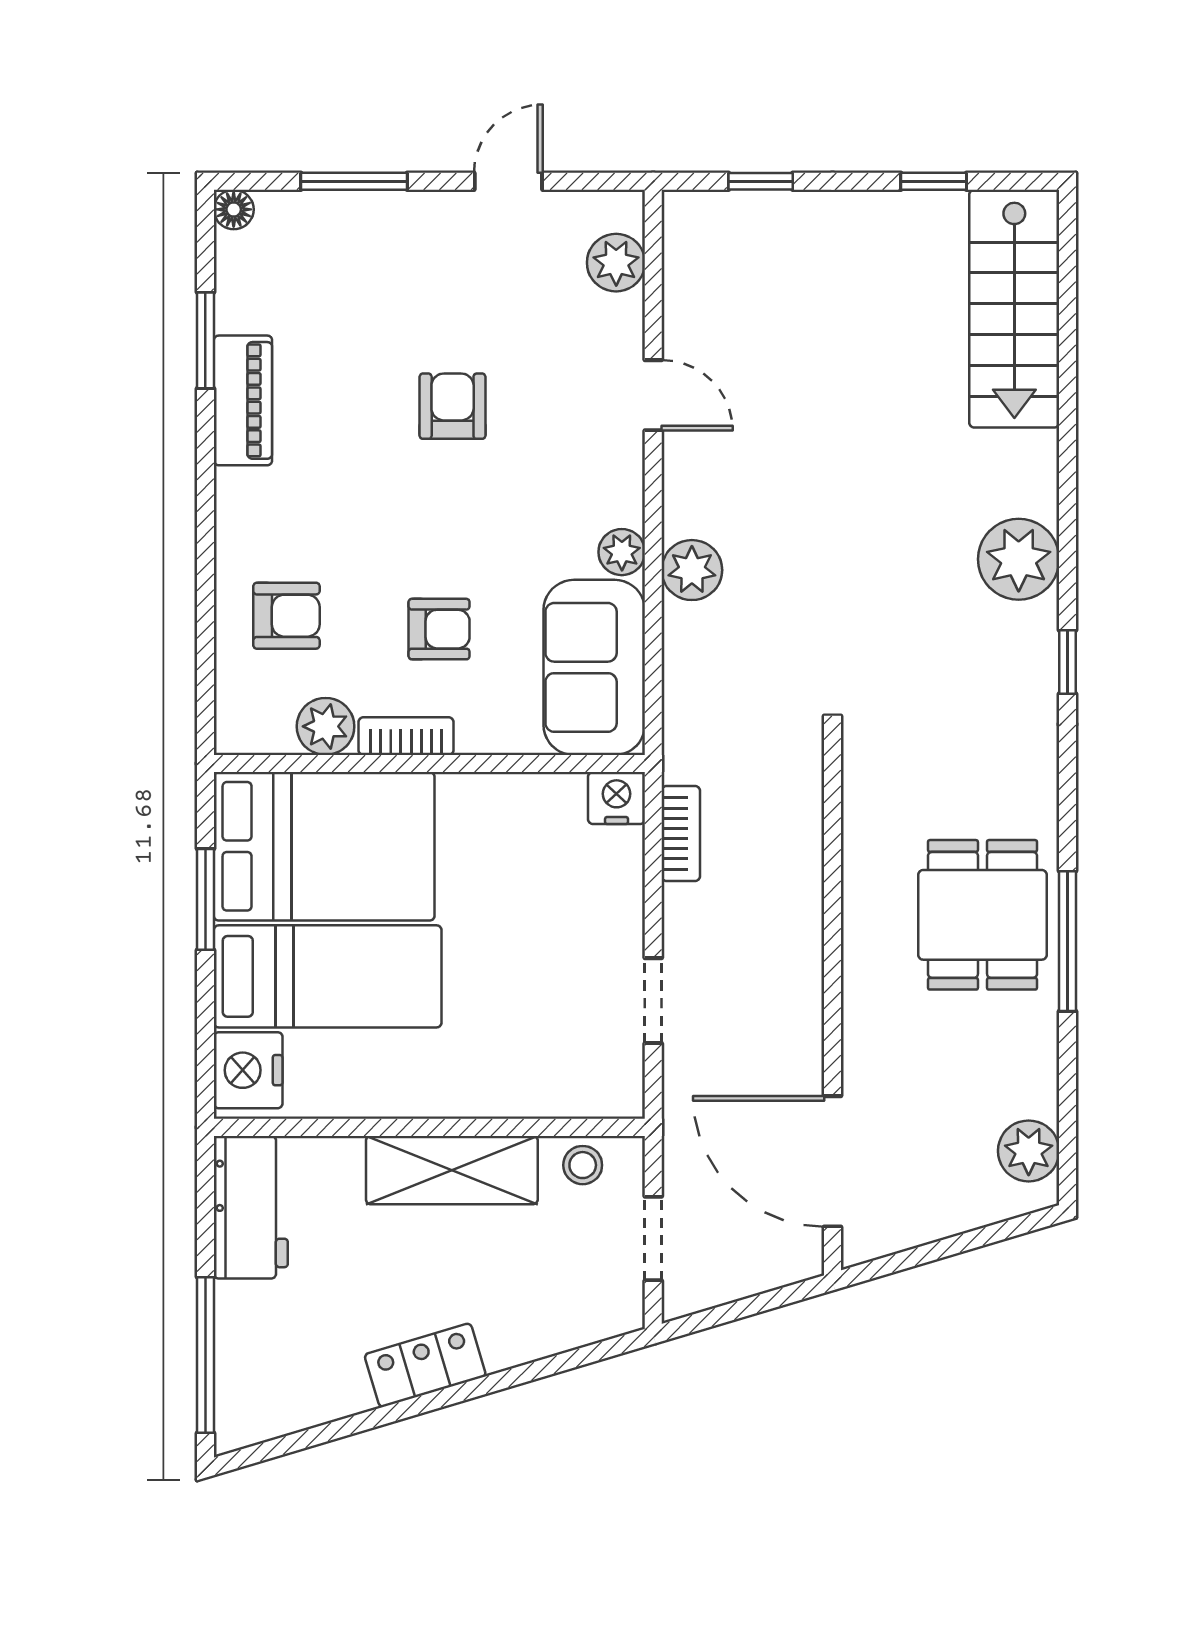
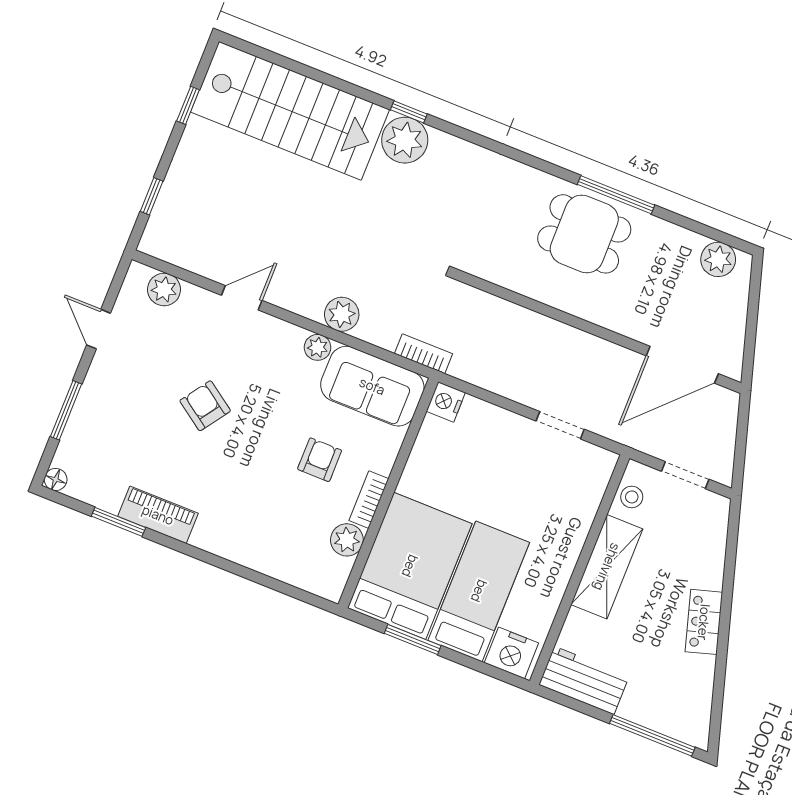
stairs: (1014, 309) -> (290, 111), width x1.36, depth x1.51
armchair: (453, 406) -> (205, 406), turned 35
armchair: (286, 616) -> (280, 537), removed
window: (1068, 662) -> (409, 112), moved
bookcase: (681, 834) -> (423, 354), moved

